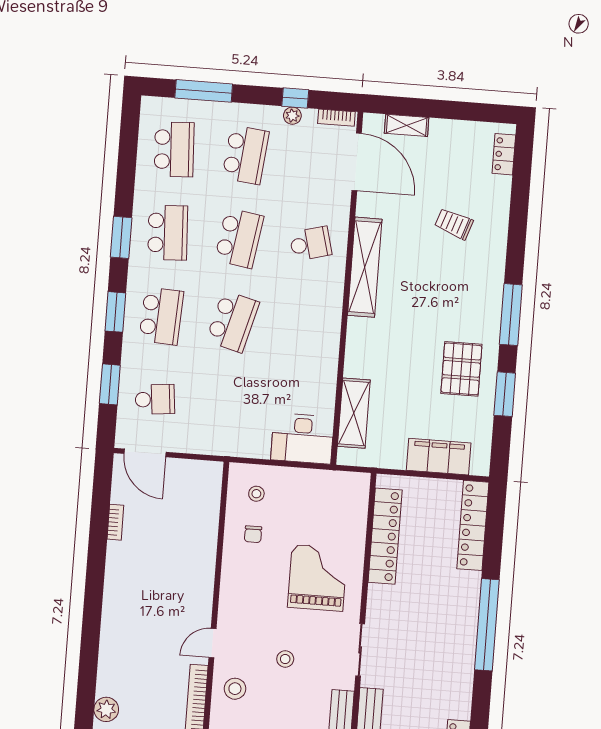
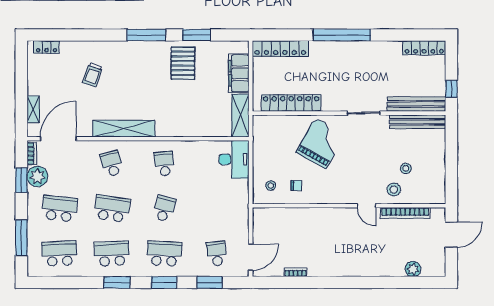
window: (295, 98) -> (21, 180), width x1.50
plant: (292, 116) -> (37, 176), width x1.88, depth x1.88
school desk: (233, 322) -> (164, 209), width x0.54
school desk: (304, 327) -> (164, 164), added
pallet: (461, 369) -> (183, 63), turned 90
shelving: (354, 413) -> (240, 115), moved, turned 90
grand piano: (317, 578) -> (320, 143), turned 119
stool: (285, 659) -> (406, 168), moved

